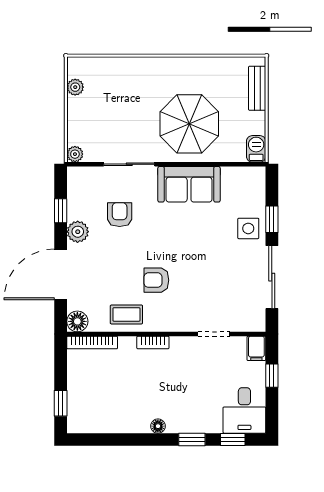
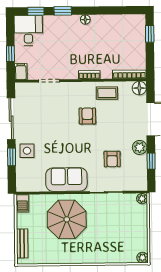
plant: (75, 87) -> (142, 258), moved
armchair: (156, 280) -> (87, 116), turned -90

